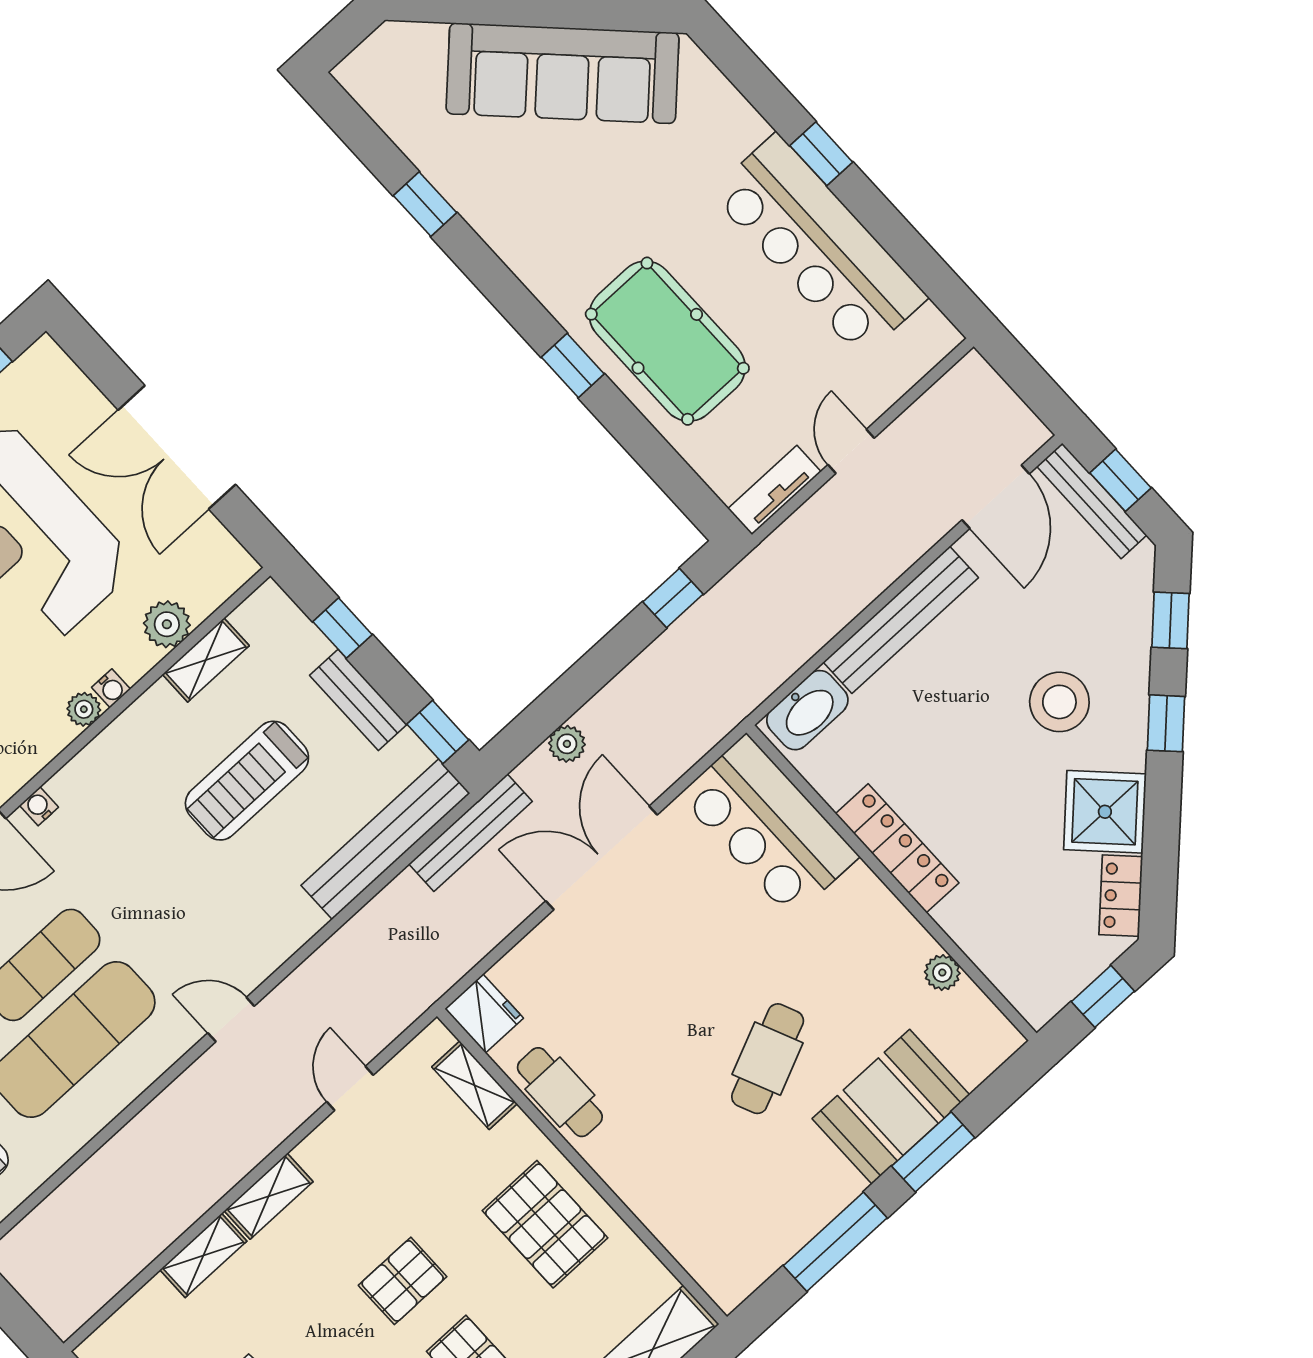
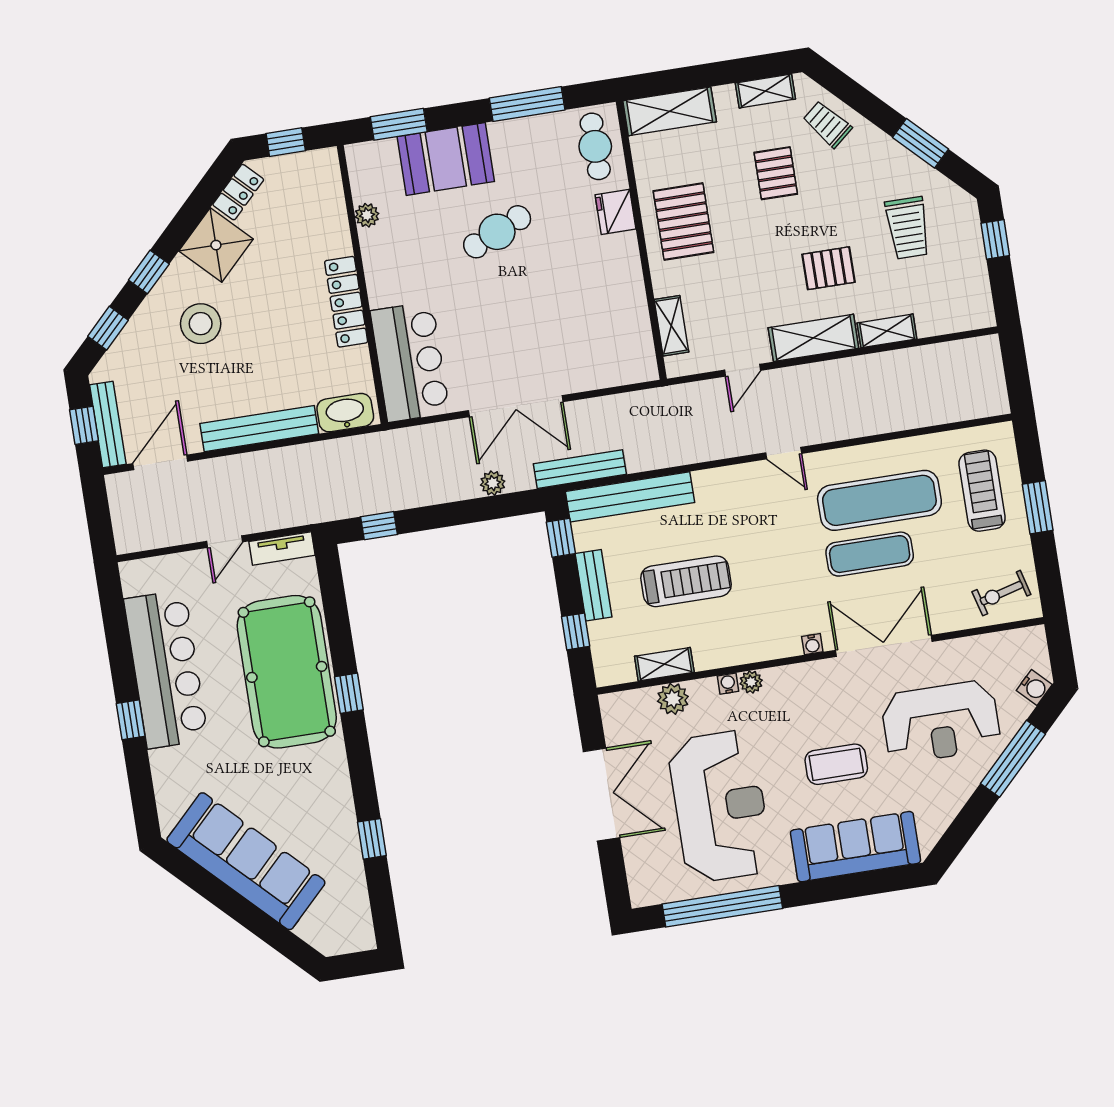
pool table: (667, 341) -> (287, 672), width x1.36, depth x1.32
fridge: (484, 1013) -> (616, 212), moved
cafe table: (560, 1092) -> (595, 146), moved
window: (933, 1152) -> (399, 124), moved
shelving: (269, 1196) -> (813, 338), width x1.50, depth x1.33
pallet: (403, 1281) -> (828, 268), moved

